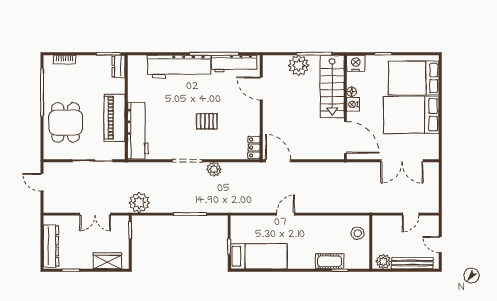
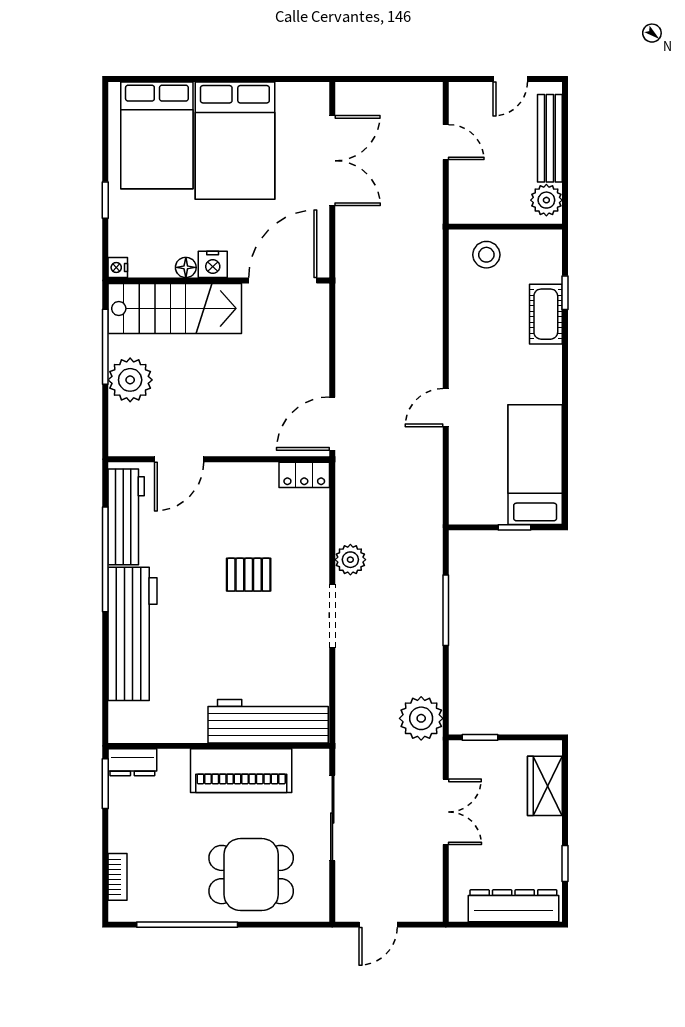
nightstand: (356, 63) -> (118, 267), width x0.53, depth x0.56
pallet: (207, 121) -> (249, 575), turned 90
door: (286, 214) -> (446, 408), hinge flipped

